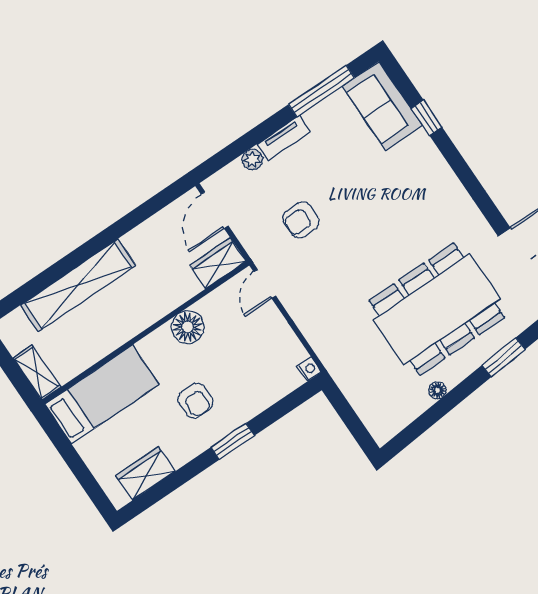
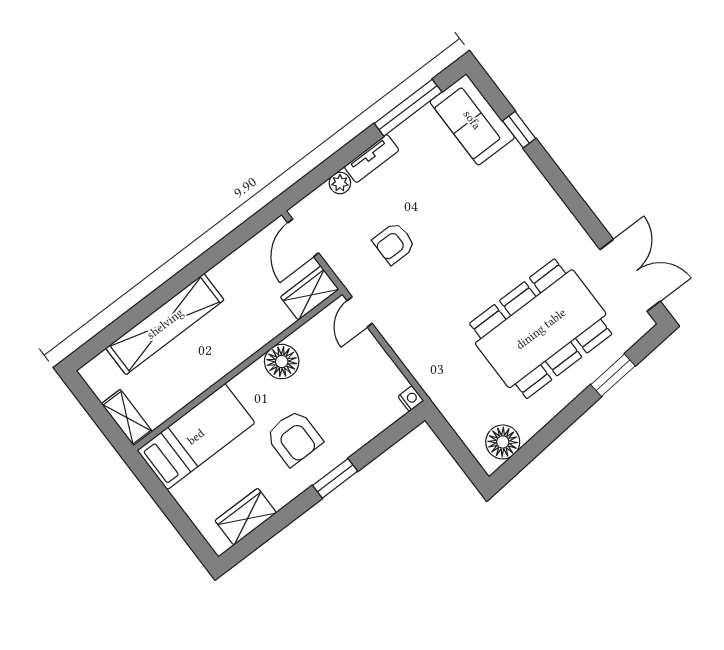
floor lamp: (437, 390) -> (503, 442), moved, width x1.89, depth x1.89
armchair: (196, 401) -> (294, 438), width x1.38, depth x1.38

